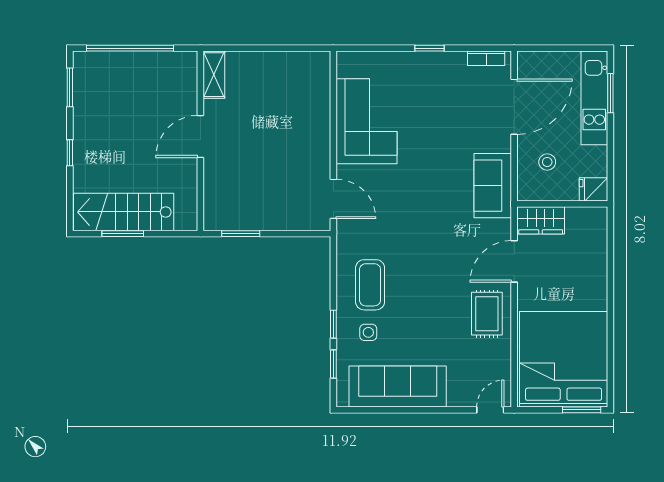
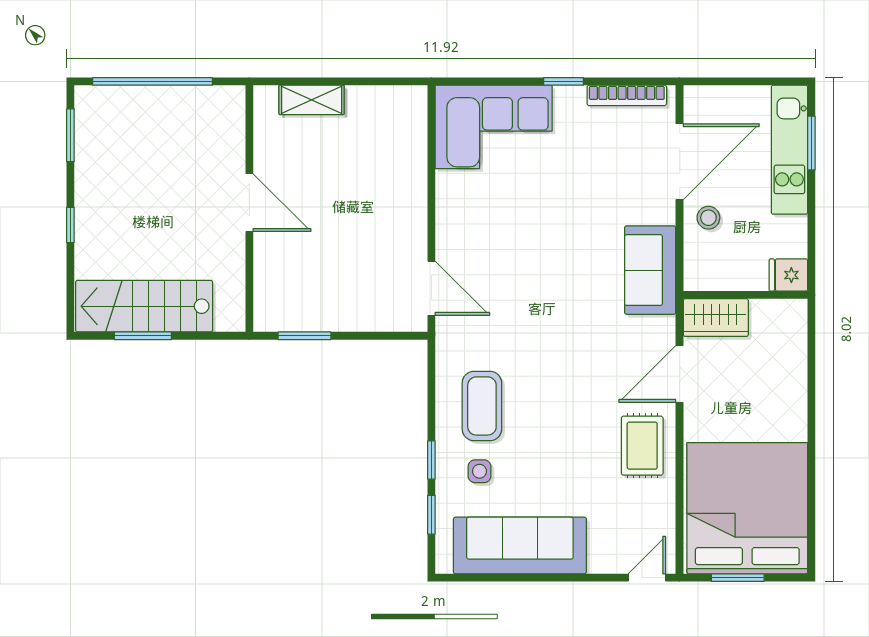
bookcase: (486, 58) -> (627, 95), width x1.56
shelving: (214, 75) -> (312, 100), moved, turned 90
corner sofa: (366, 121) -> (494, 127), moved, turned 90
door: (200, 136) -> (249, 203), swing flipped
stool: (547, 162) -> (708, 218), moved
window: (582, 410) -> (738, 578), moved

